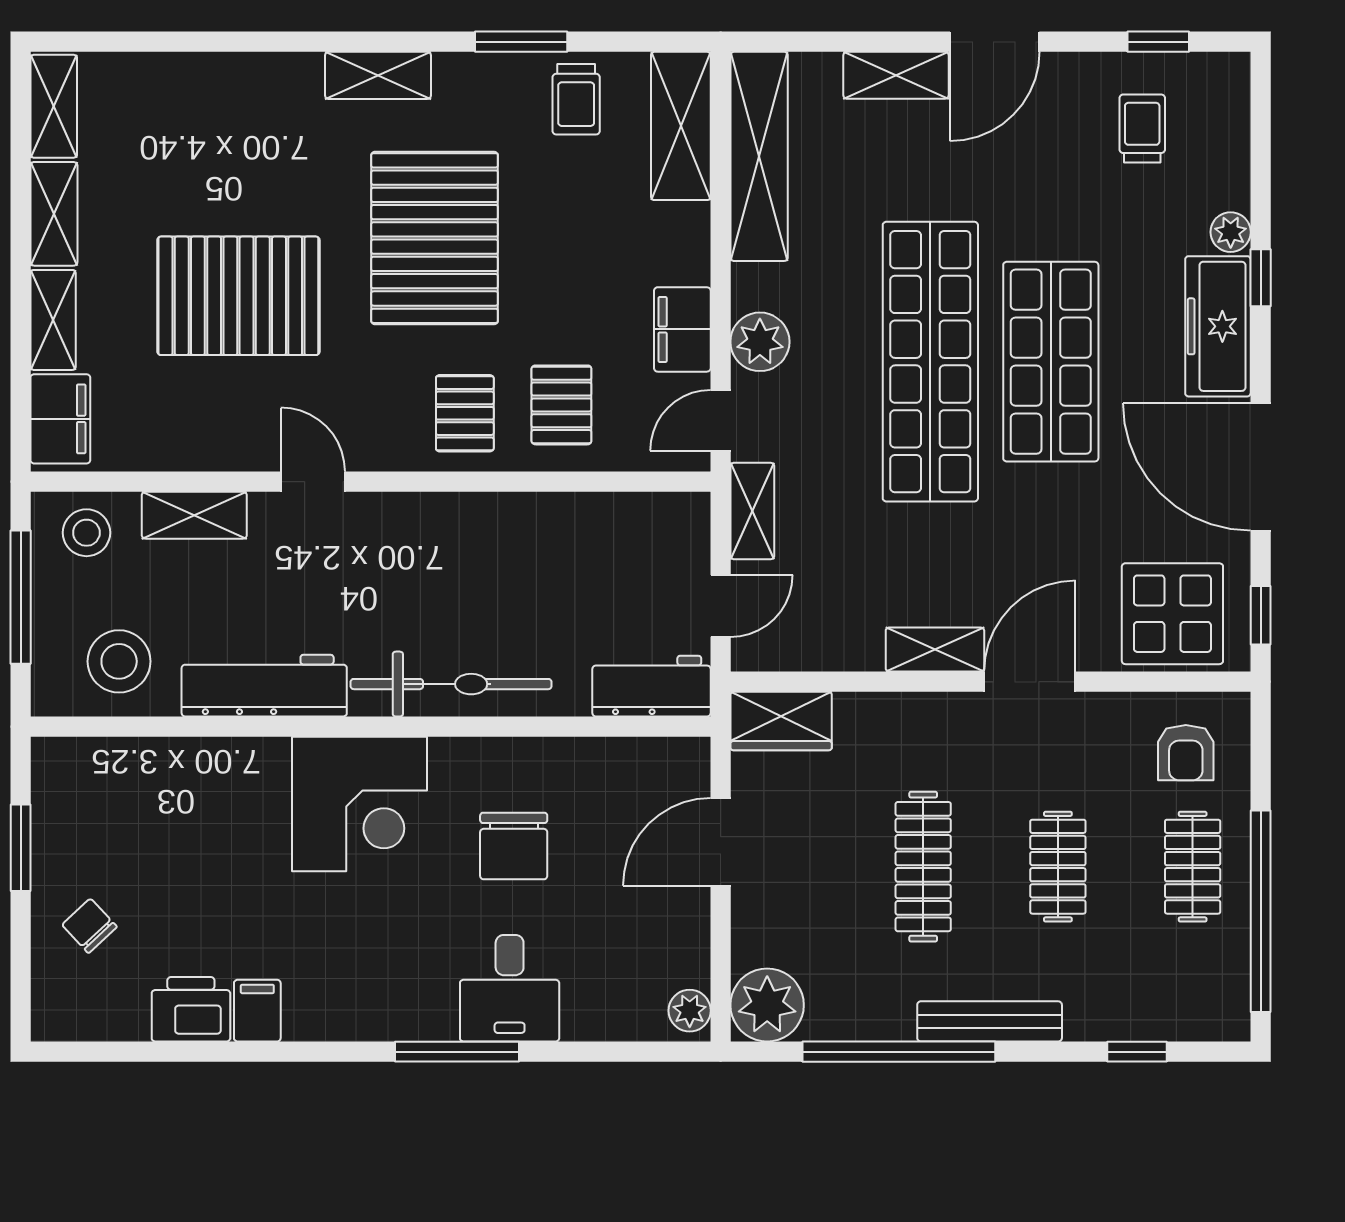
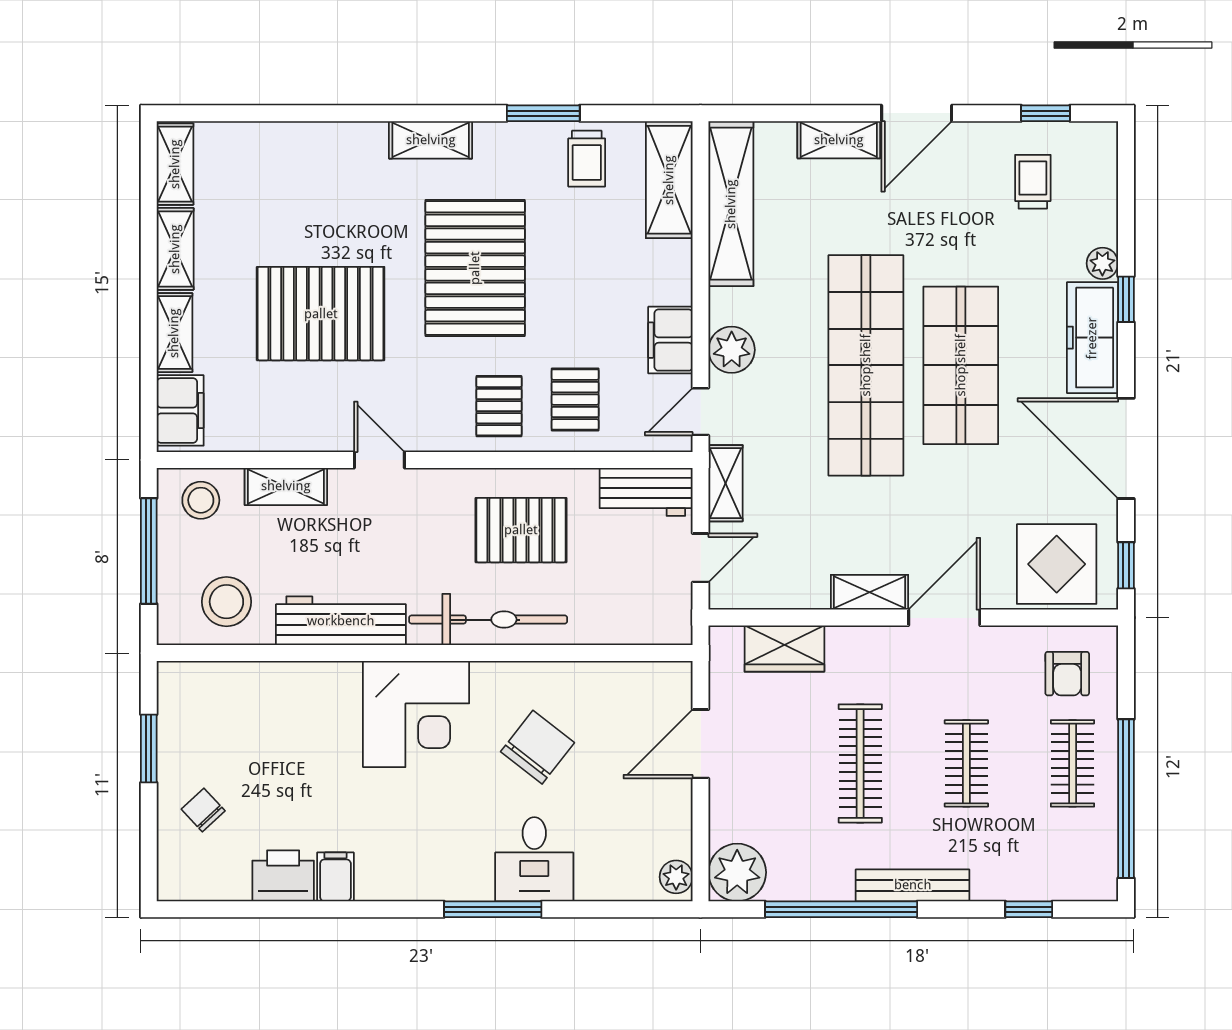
pallet: (493, 571) -> (521, 530), added
workbench: (651, 686) -> (646, 492), moved, turned 180
wardrobe: (781, 721) -> (784, 649), moved
chair: (514, 846) -> (538, 747), turned -142

